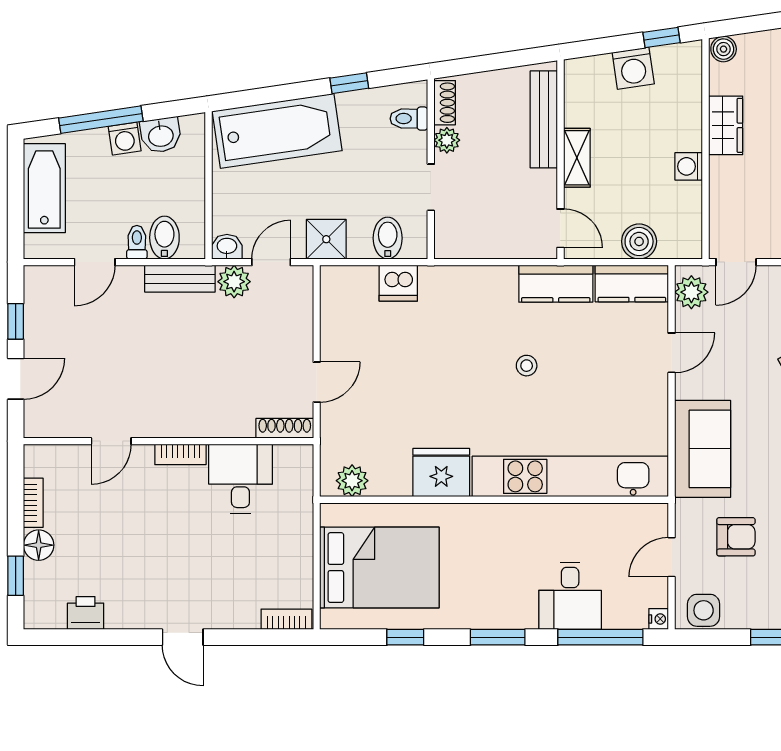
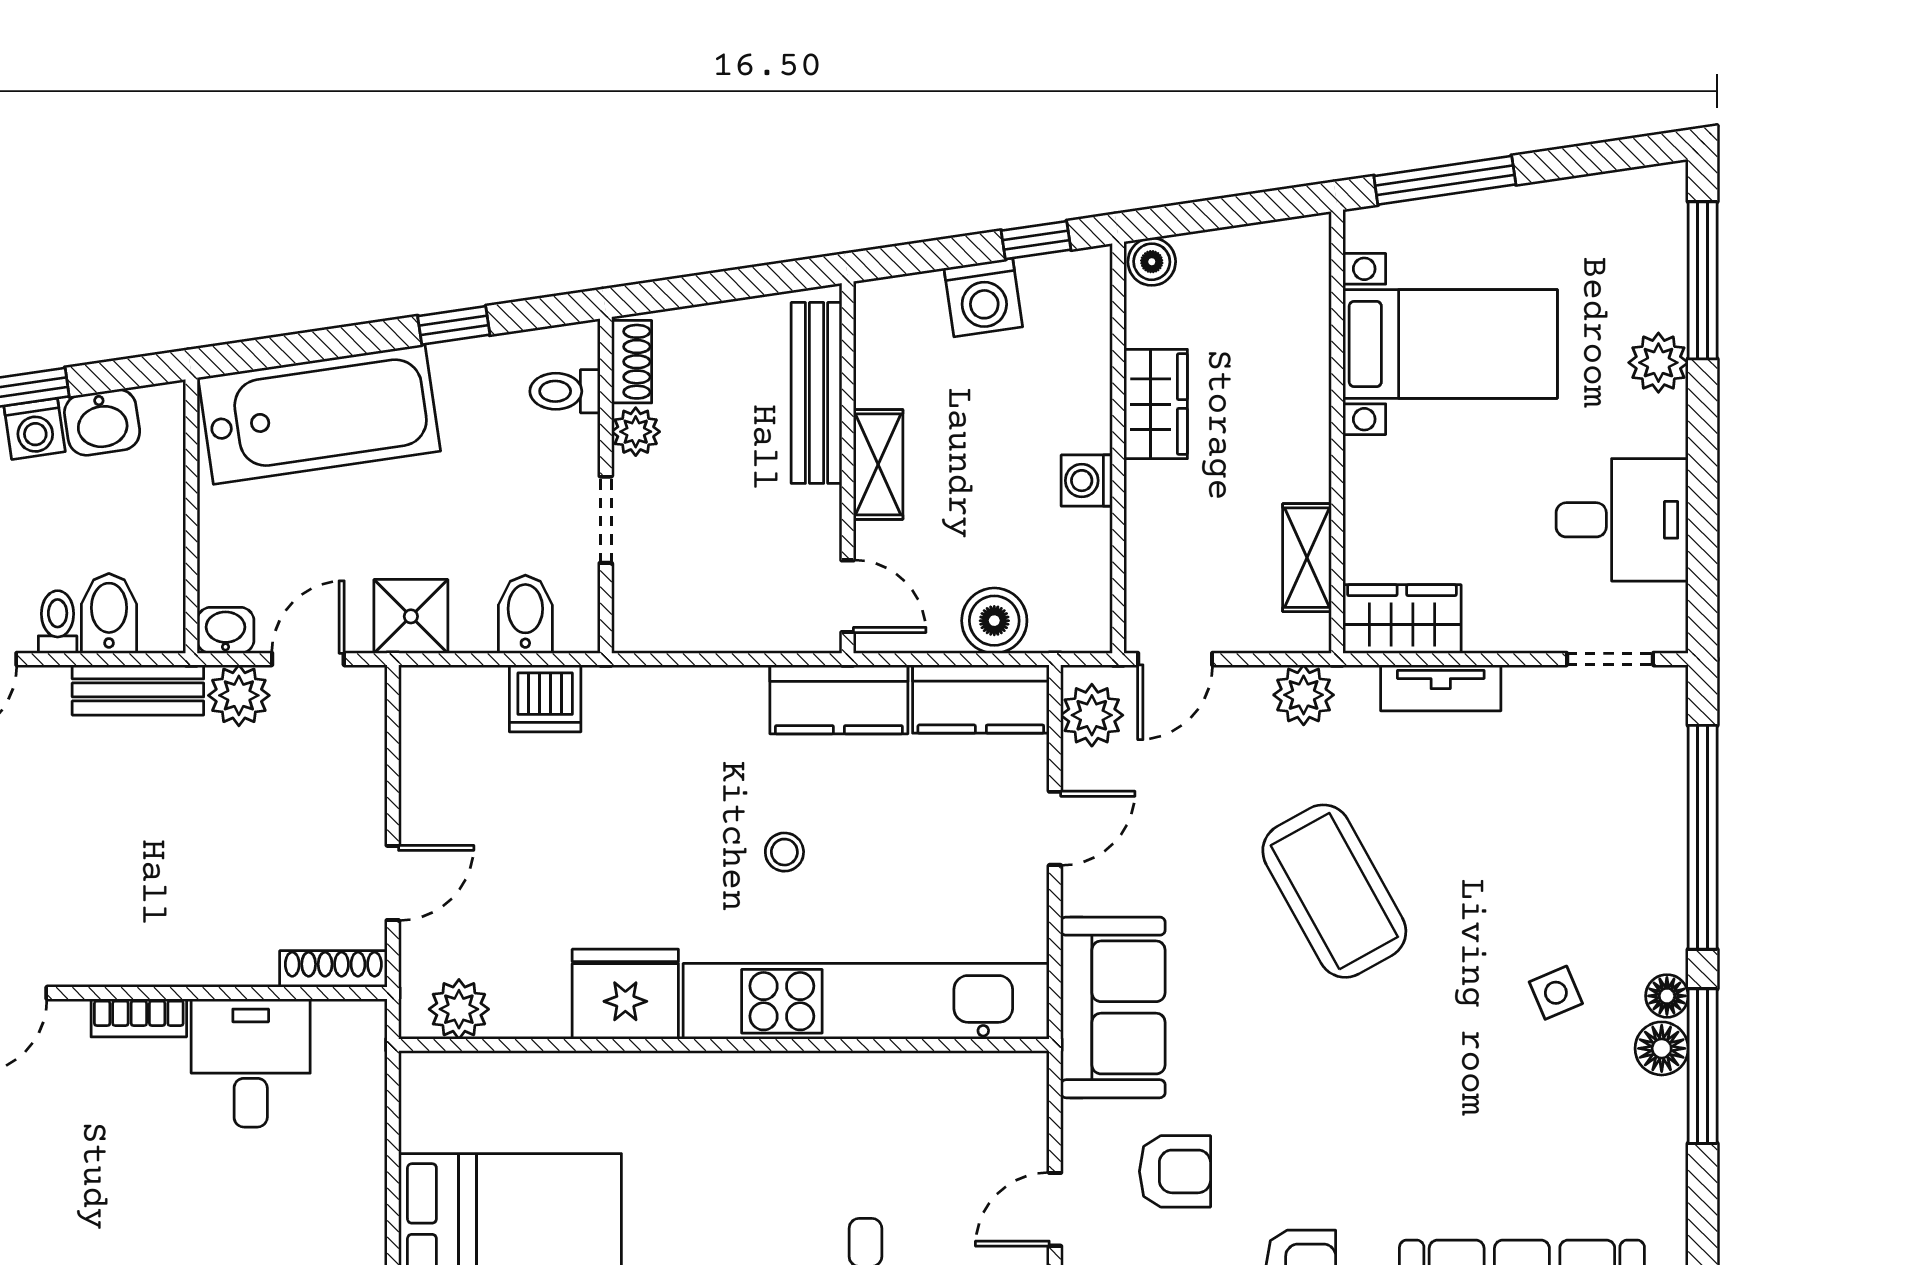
fridge: (441, 473) -> (625, 994), moved
kitchen unit: (570, 476) -> (866, 1001), moved
plant: (352, 481) -> (459, 1009), moved
wall: (494, 500) -> (724, 1045), moved

